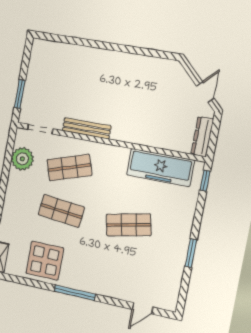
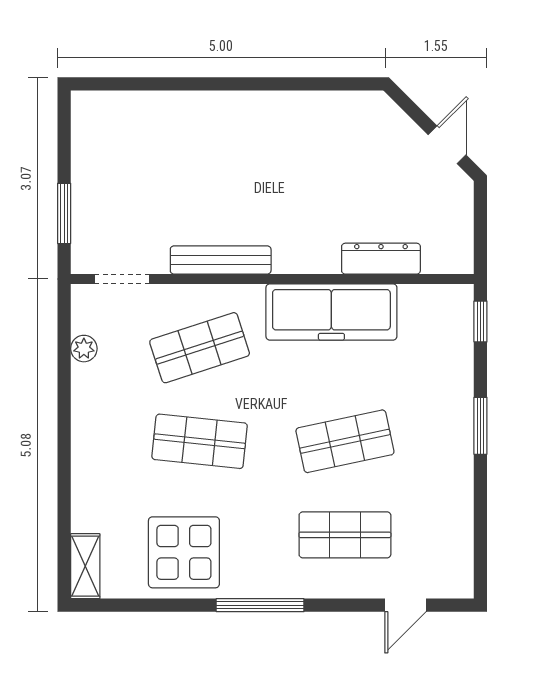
dresser: (202, 137) -> (381, 259), moved, turned 90
plant: (22, 159) -> (84, 349), width x0.53, depth x0.53
freezer: (160, 168) -> (331, 312), moved
window: (191, 253) -> (480, 426), moved
shop shelf: (120, 269) -> (345, 535), added

